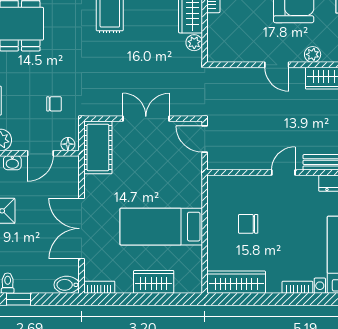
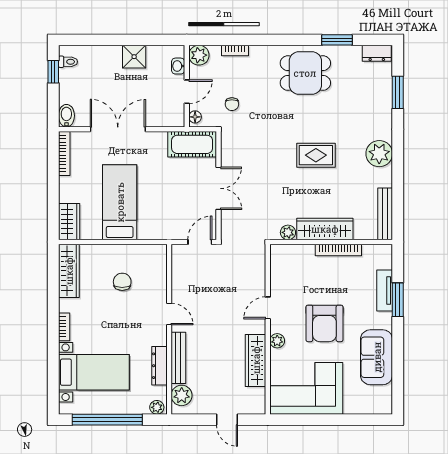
door: (40, 153) -> (187, 92), swing flipped
wardrobe: (154, 282) -> (69, 222), moved
bookcase: (99, 287) -> (64, 154), width x1.56

